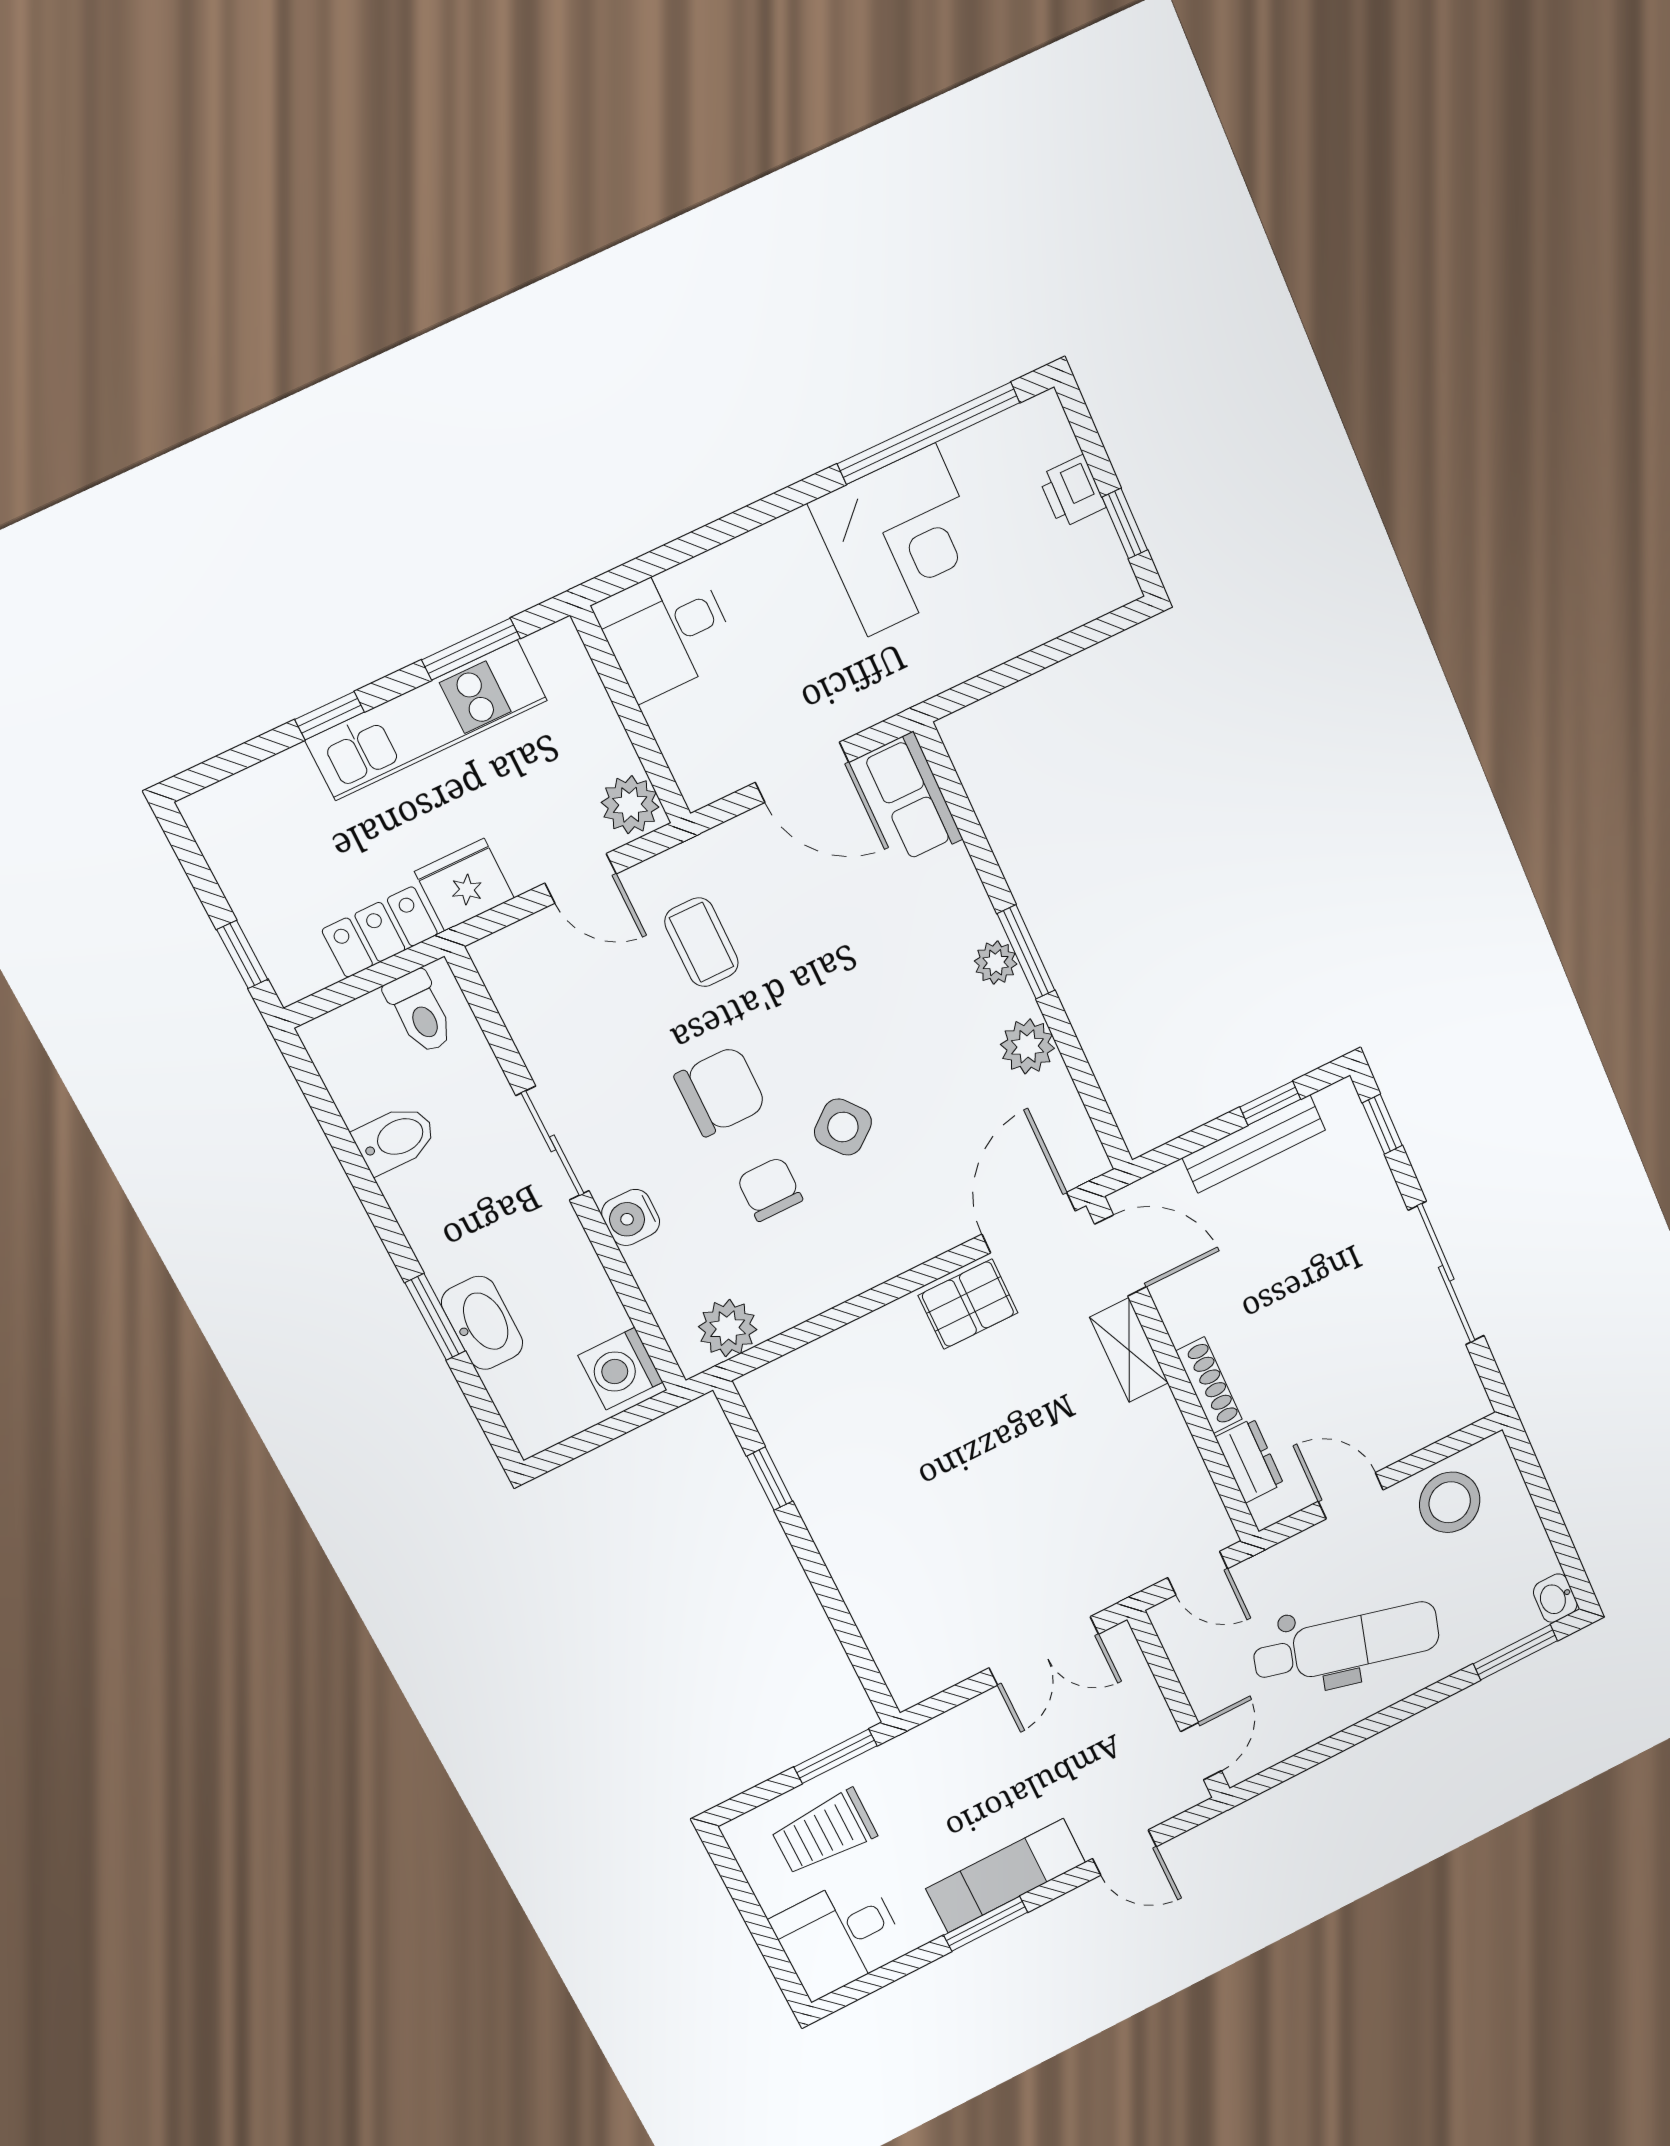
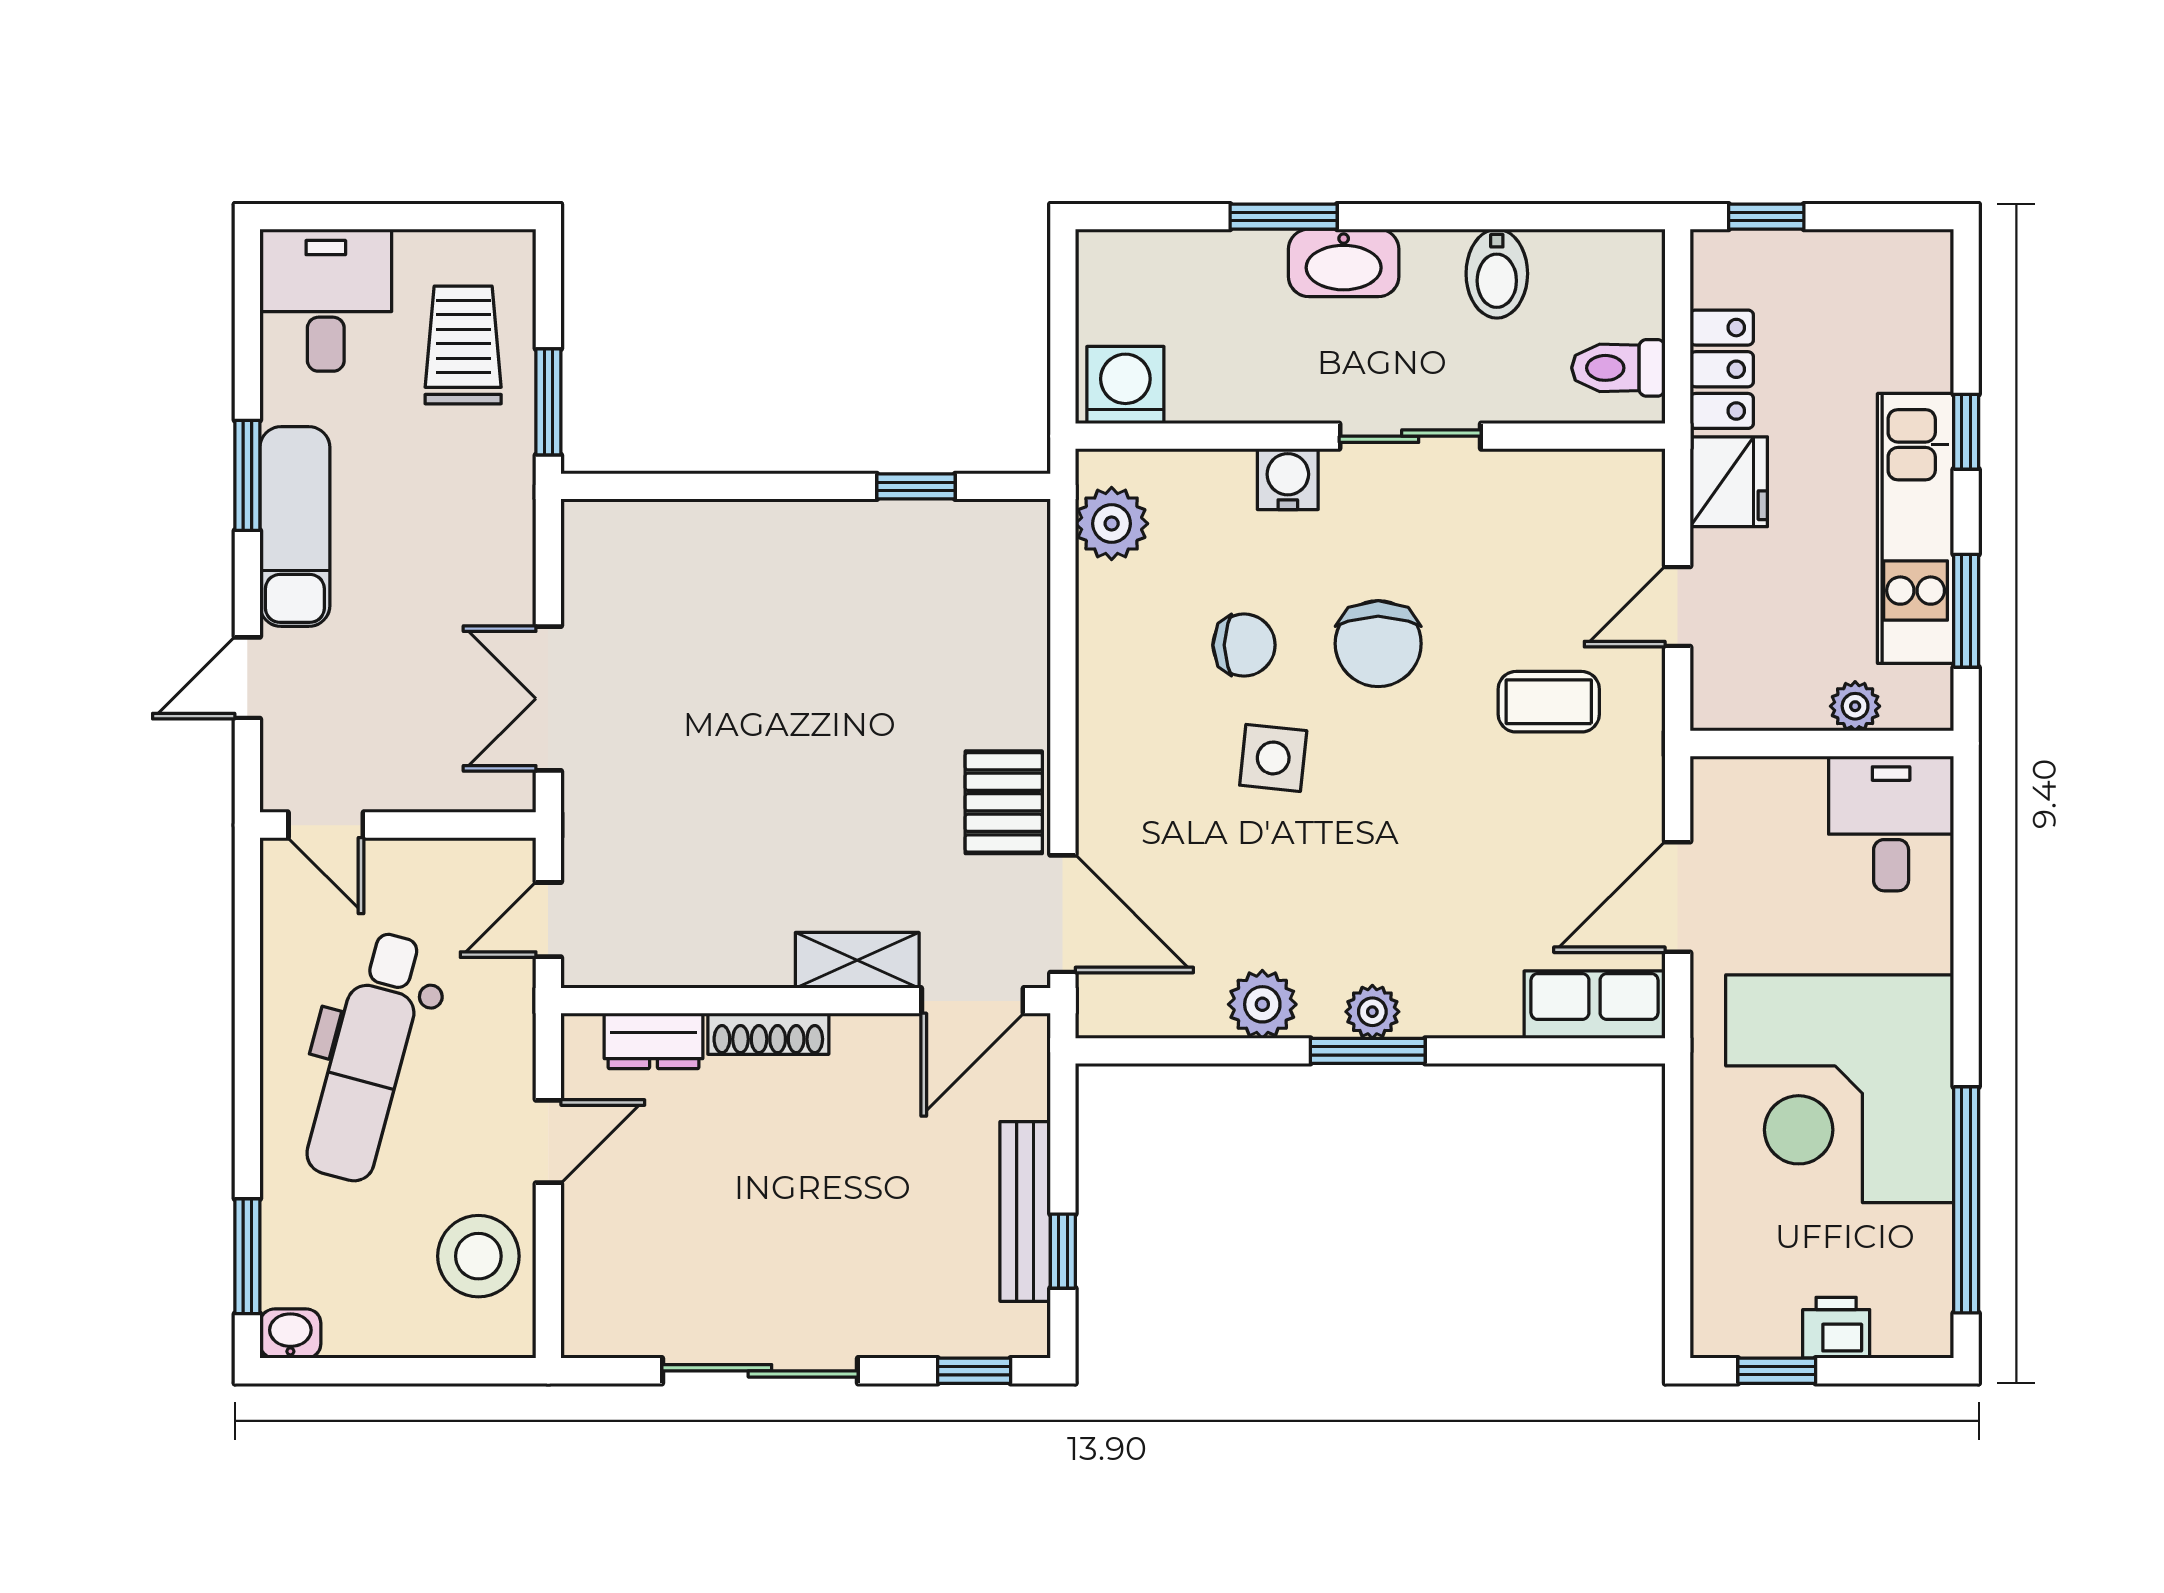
corner desk: (902, 540) -> (1840, 1089), width x1.36, depth x1.36
plant: (630, 805) -> (1855, 706), moved, width x0.73, depth x0.73
side table: (843, 1127) -> (1273, 758), turned 45
washbasin: (482, 1323) -> (1344, 263), moved

